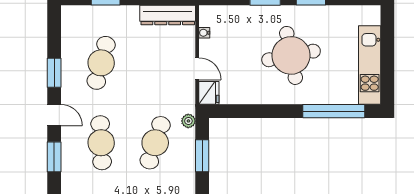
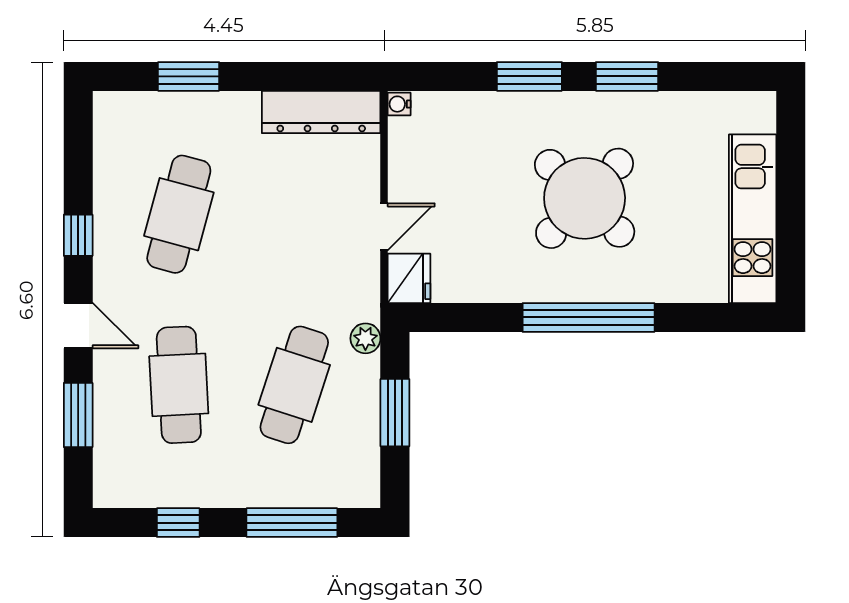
water cooler: (204, 33) -> (399, 104), moved
round table: (291, 55) -> (585, 198), turned -35
door: (197, 69) -> (384, 227), hinge flipped
window: (54, 73) -> (78, 235), width x0.67
window: (334, 111) -> (589, 317), moved

